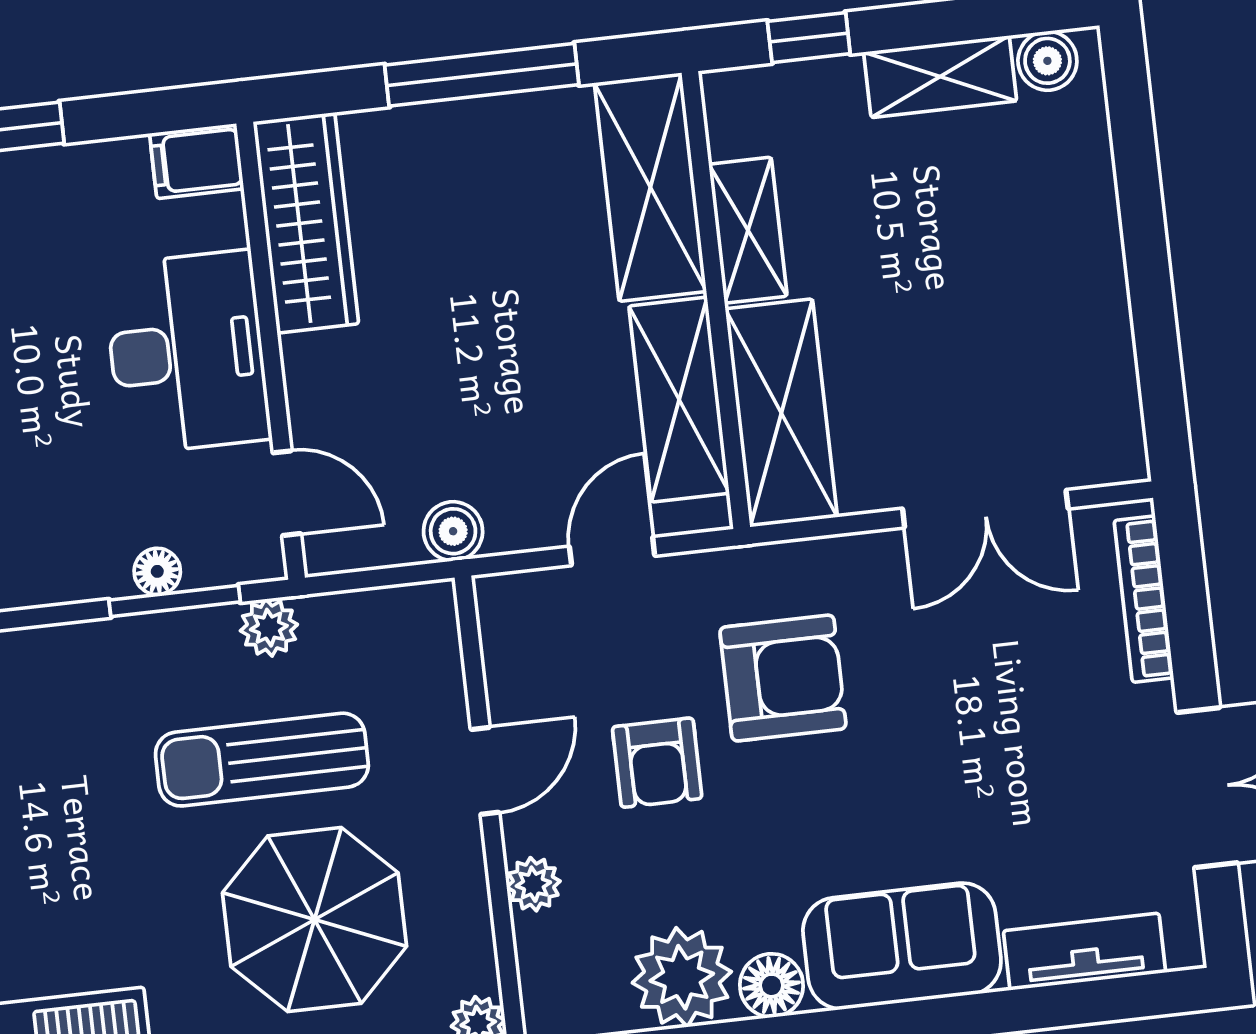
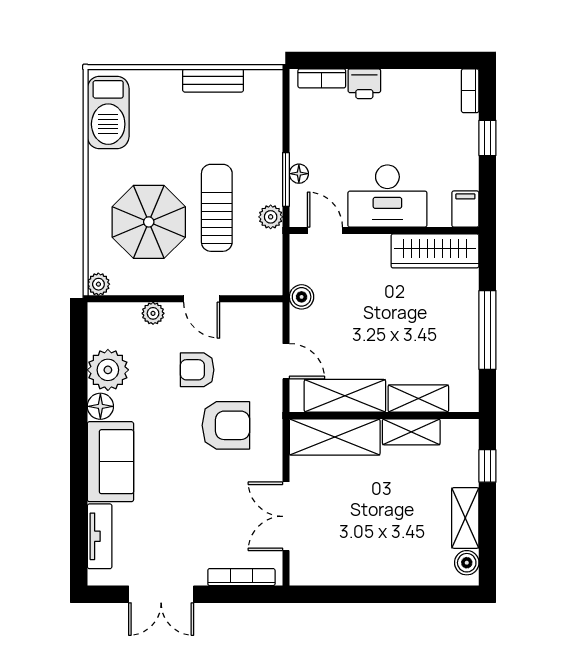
shelving: (650, 187) -> (418, 398), width x0.67, depth x0.75
door: (287, 493) -> (325, 231), swing flipped
armchair: (783, 678) -> (226, 425), turned -90

